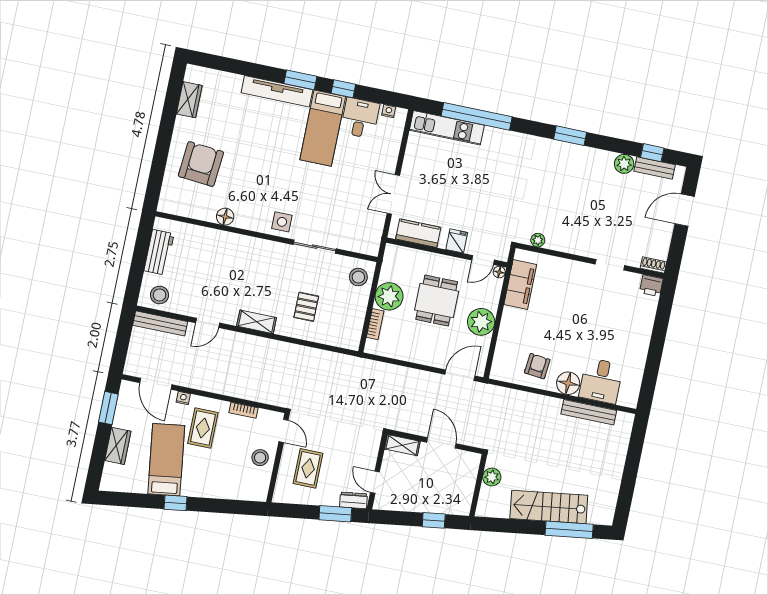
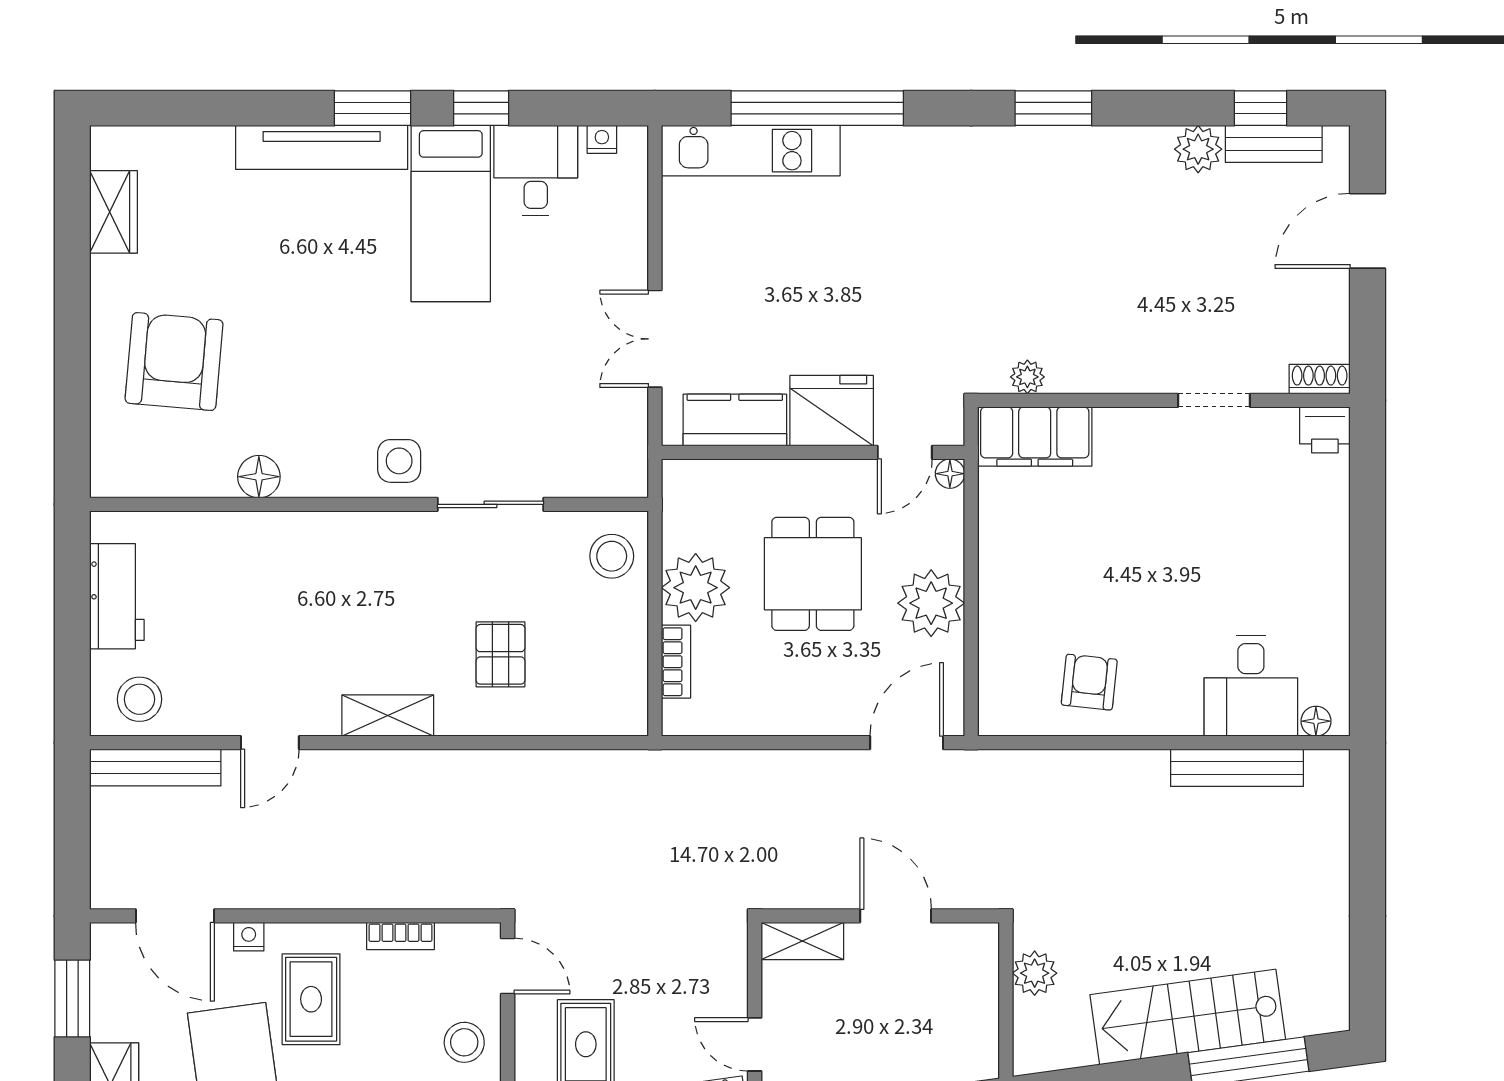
fridge: (457, 241) -> (832, 411), width x1.88, depth x1.34
filing cabinet: (520, 284) -> (1035, 437), moved, turned 90
floor lamp: (568, 383) -> (1316, 721), moved, width x0.53, depth x0.53

